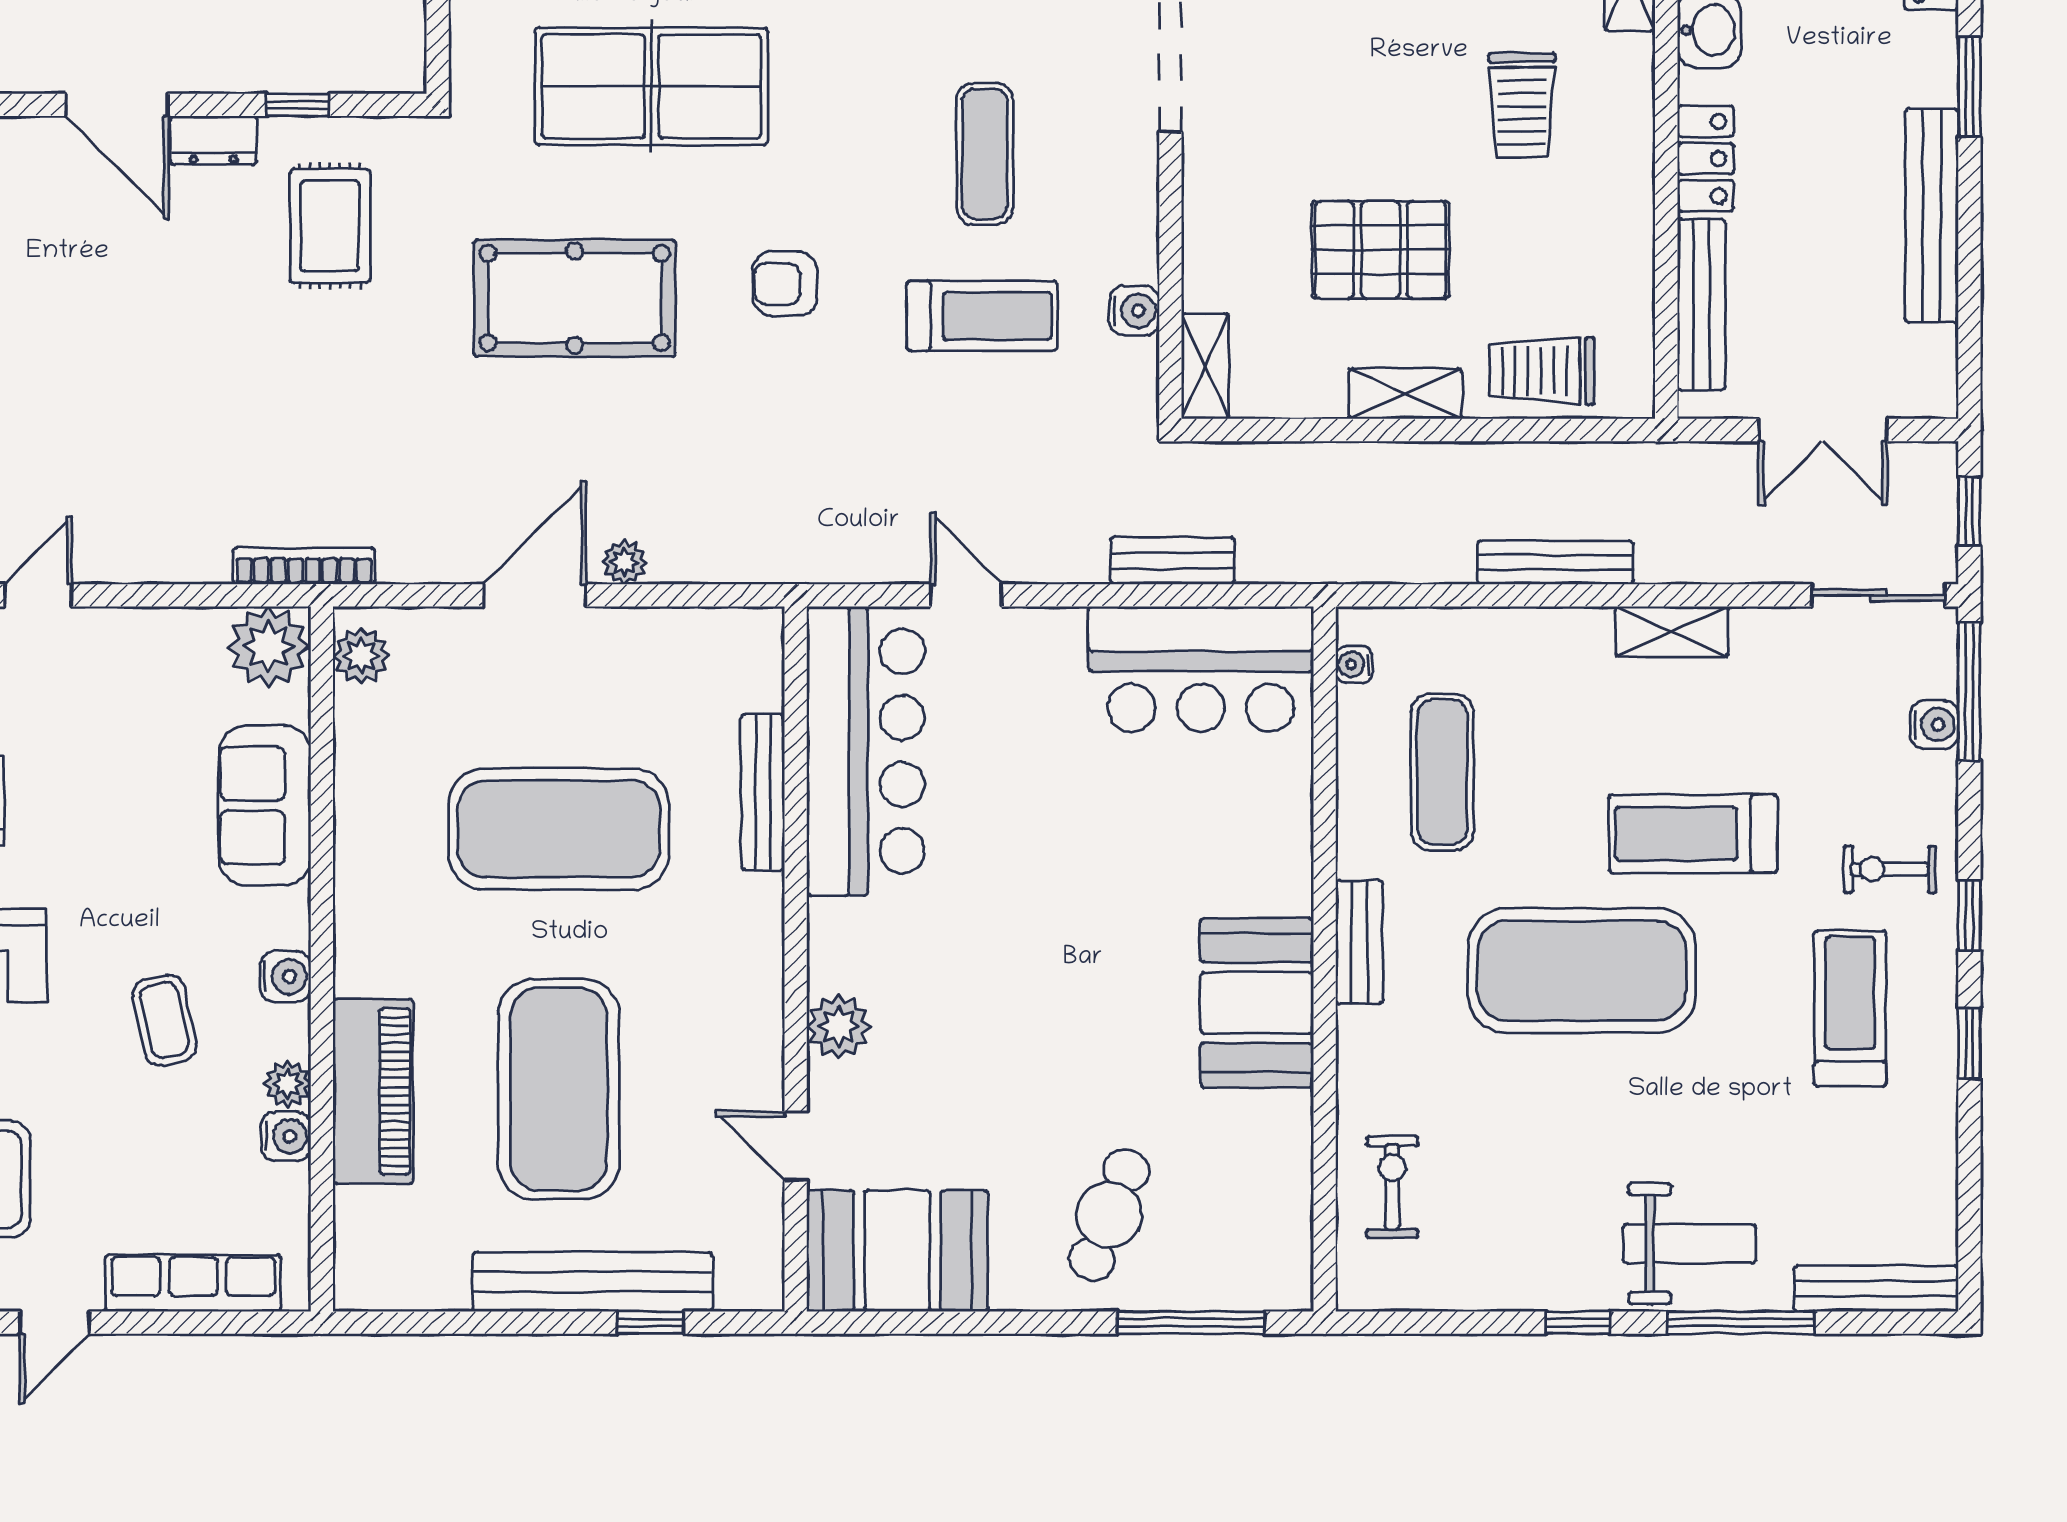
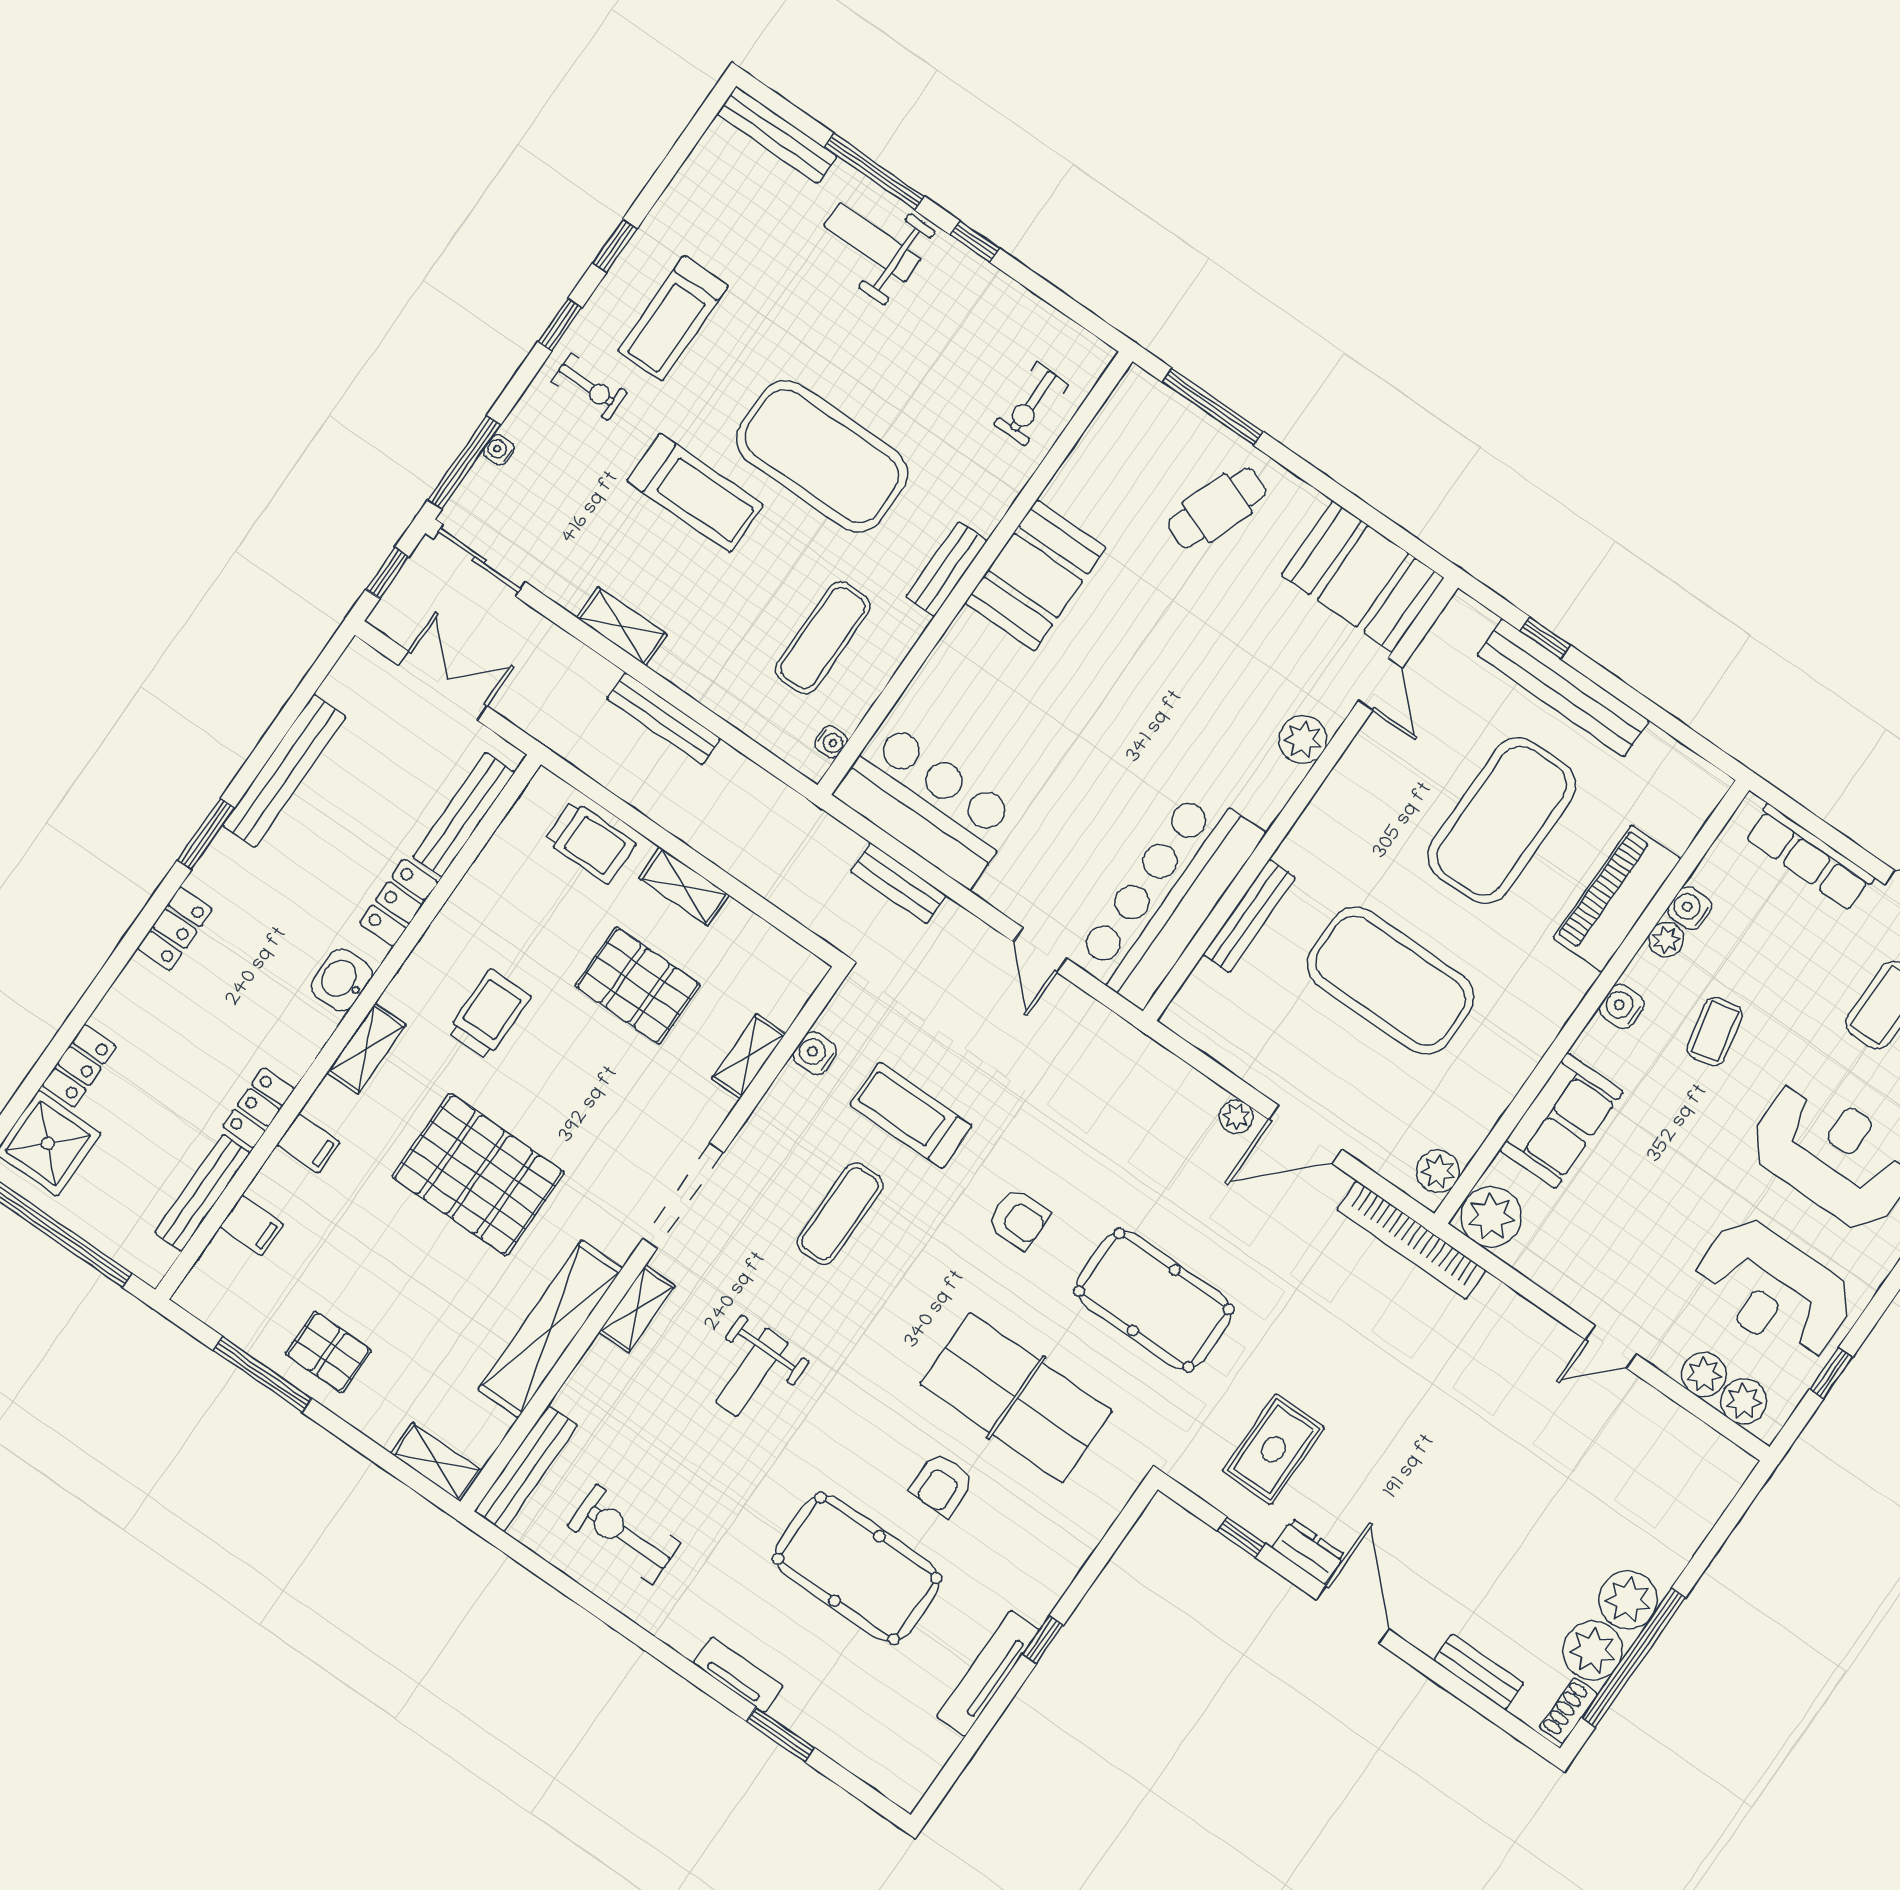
shelving: (1205, 366) -> (749, 1056), moved
bookcase: (304, 566) -> (1411, 1240), width x1.48, depth x1.31
water cooler: (1934, 724) -> (499, 450), width x0.72, depth x0.72

